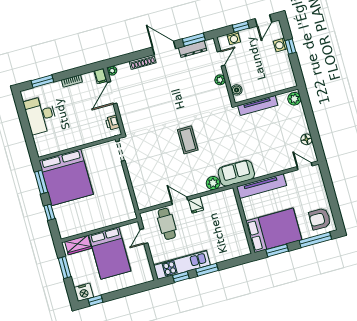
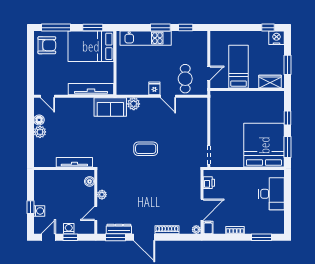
washing machine: (234, 38) -> (69, 229), moved
plant: (294, 99) -> (40, 132), moved
desk: (40, 115) -> (272, 194), moved
coffee table: (188, 140) -> (146, 149), turned 90
bed: (110, 253) -> (239, 67), width x0.67
kitchen unit: (182, 265) -> (146, 38), moved

